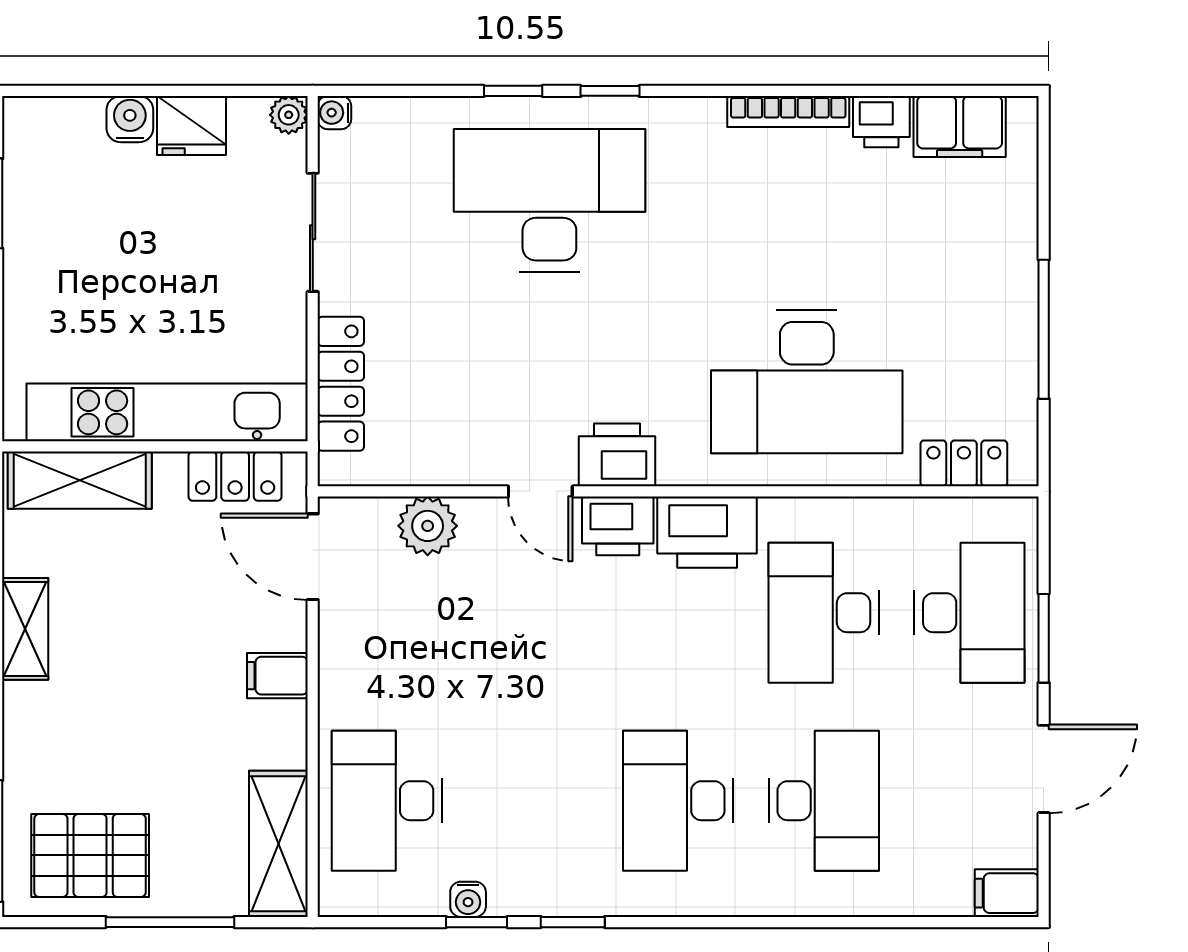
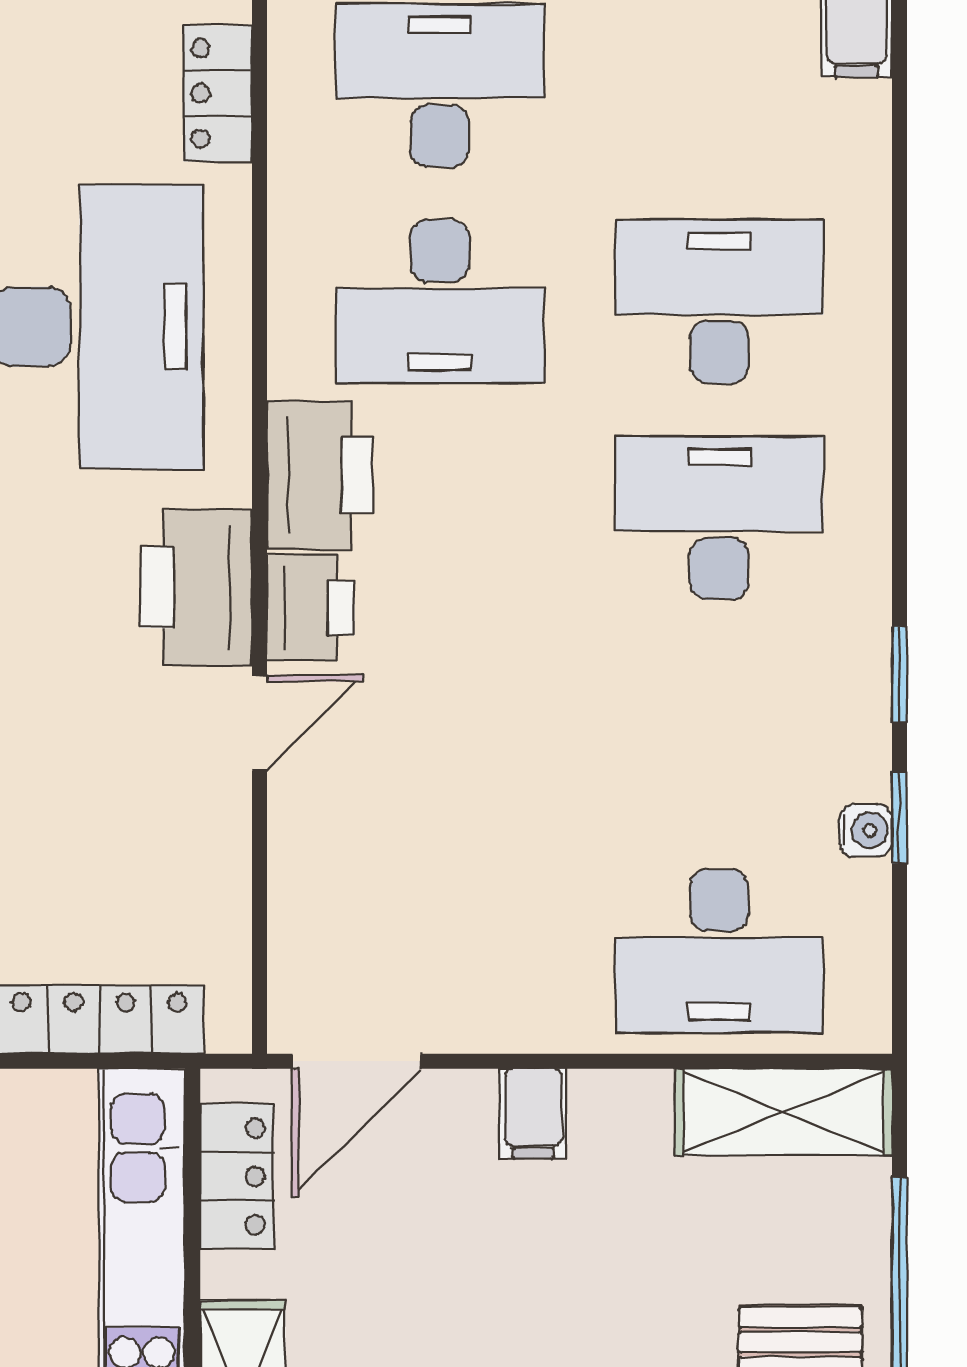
printer: (617, 455) -> (196, 588), width x1.37, depth x1.19
plant: (428, 526) -> (311, 890), removed
desk: (678, 801) -> (719, 518), turned 180

